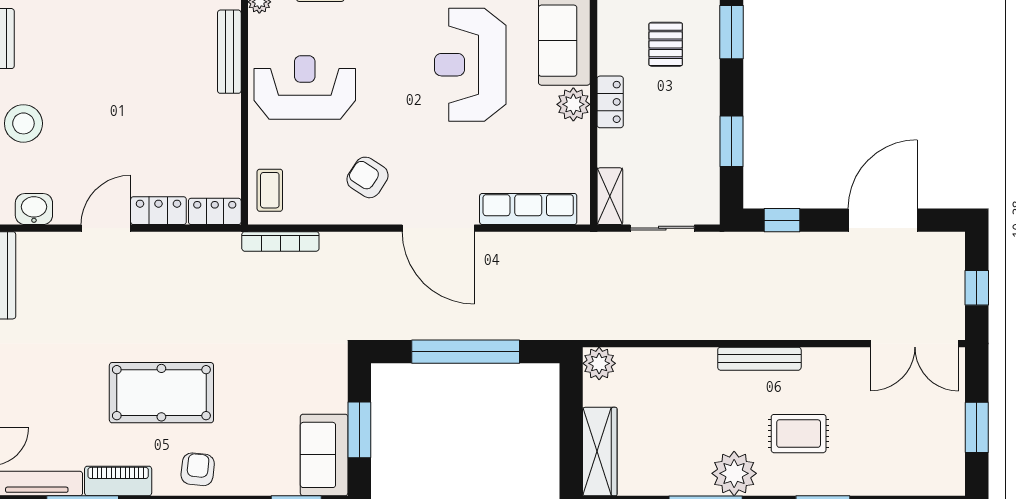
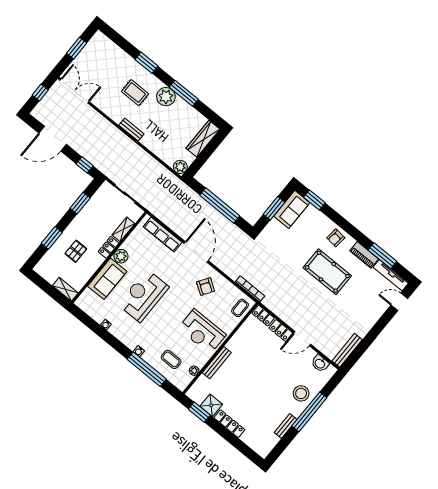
reception desk: (470, 65) -> (143, 296), turned 180
shelving: (610, 196) -> (123, 229), moved
bench: (759, 359) -> (131, 130), width x0.73

